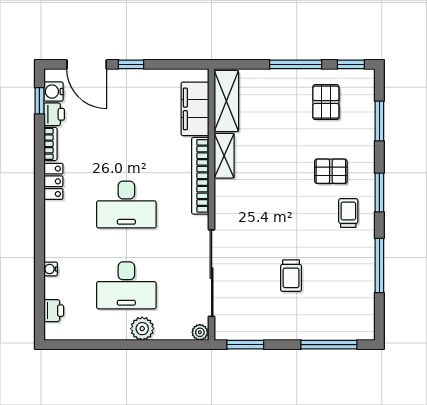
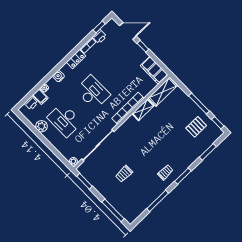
door: (87, 64) -> (128, 31), swing flipped
water cooler: (53, 92) -> (59, 76), moved
filing cabinet: (195, 109) -> (154, 70), moved, turned -90
pallet: (331, 171) -> (174, 152), removed
desk: (126, 205) -> (93, 92), turned 180
filing cabinet: (57, 288) -> (40, 97), added
plant: (142, 329) -> (41, 126), moved

